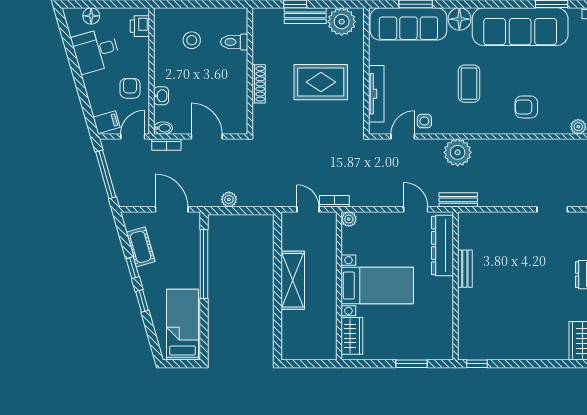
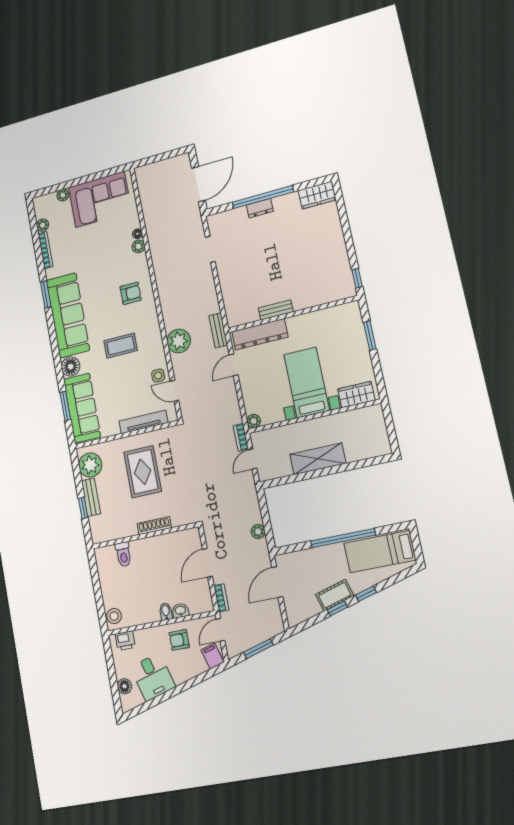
stool: (192, 40) -> (114, 616), moved
armchair: (526, 107) -> (131, 293), turned -90
bidet: (163, 128) -> (166, 612), moved
door: (133, 137) -> (220, 630), hinge flipped
window: (106, 174) -> (258, 649), width x0.69
cot: (141, 247) -> (335, 595), moved
window: (204, 264) -> (343, 538), moved

